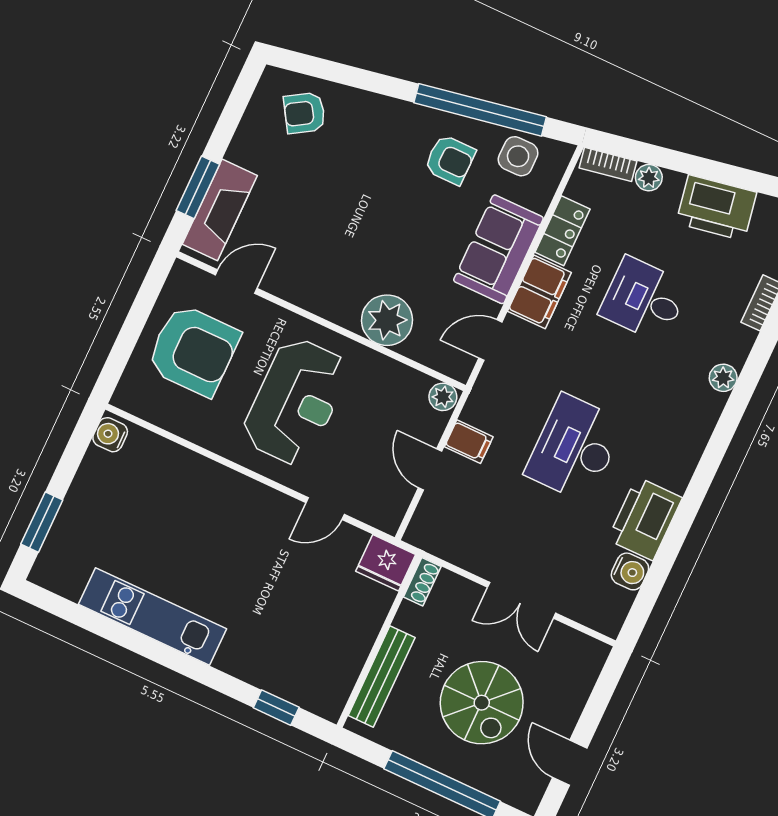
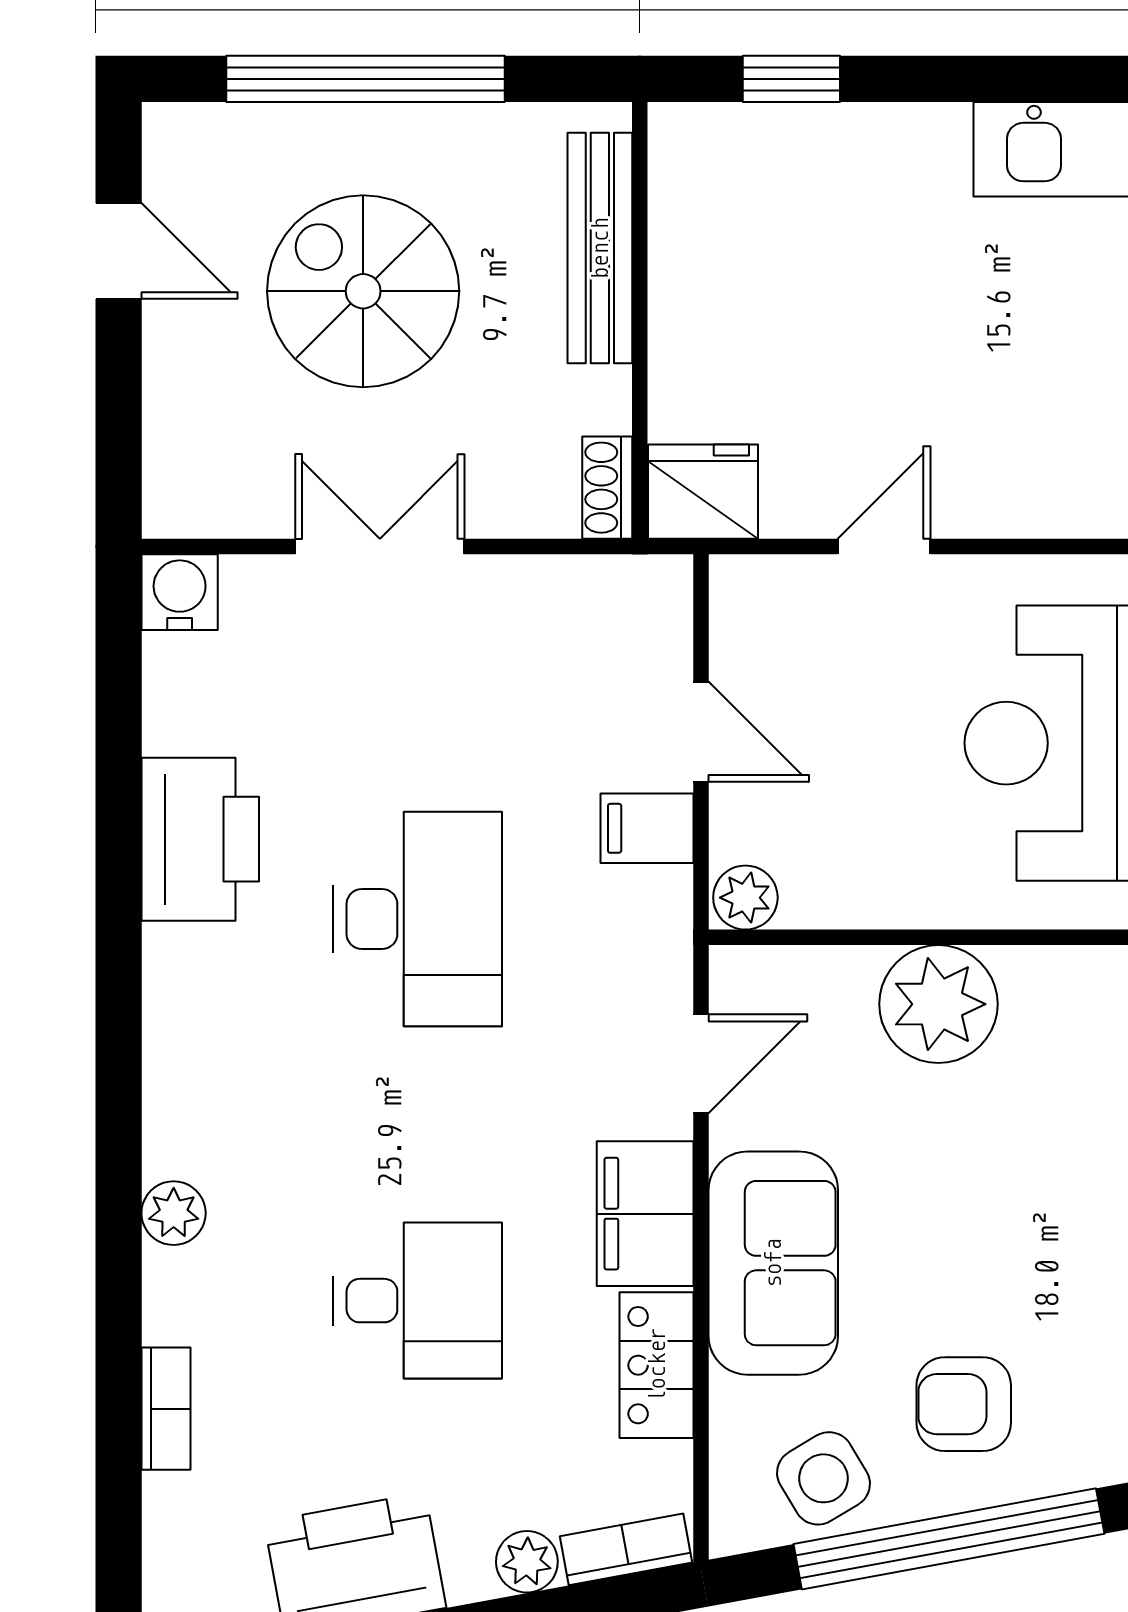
side table: (518, 156) -> (823, 1478), turned -31
water cooler: (630, 571) -> (180, 592), moved, turned 90

